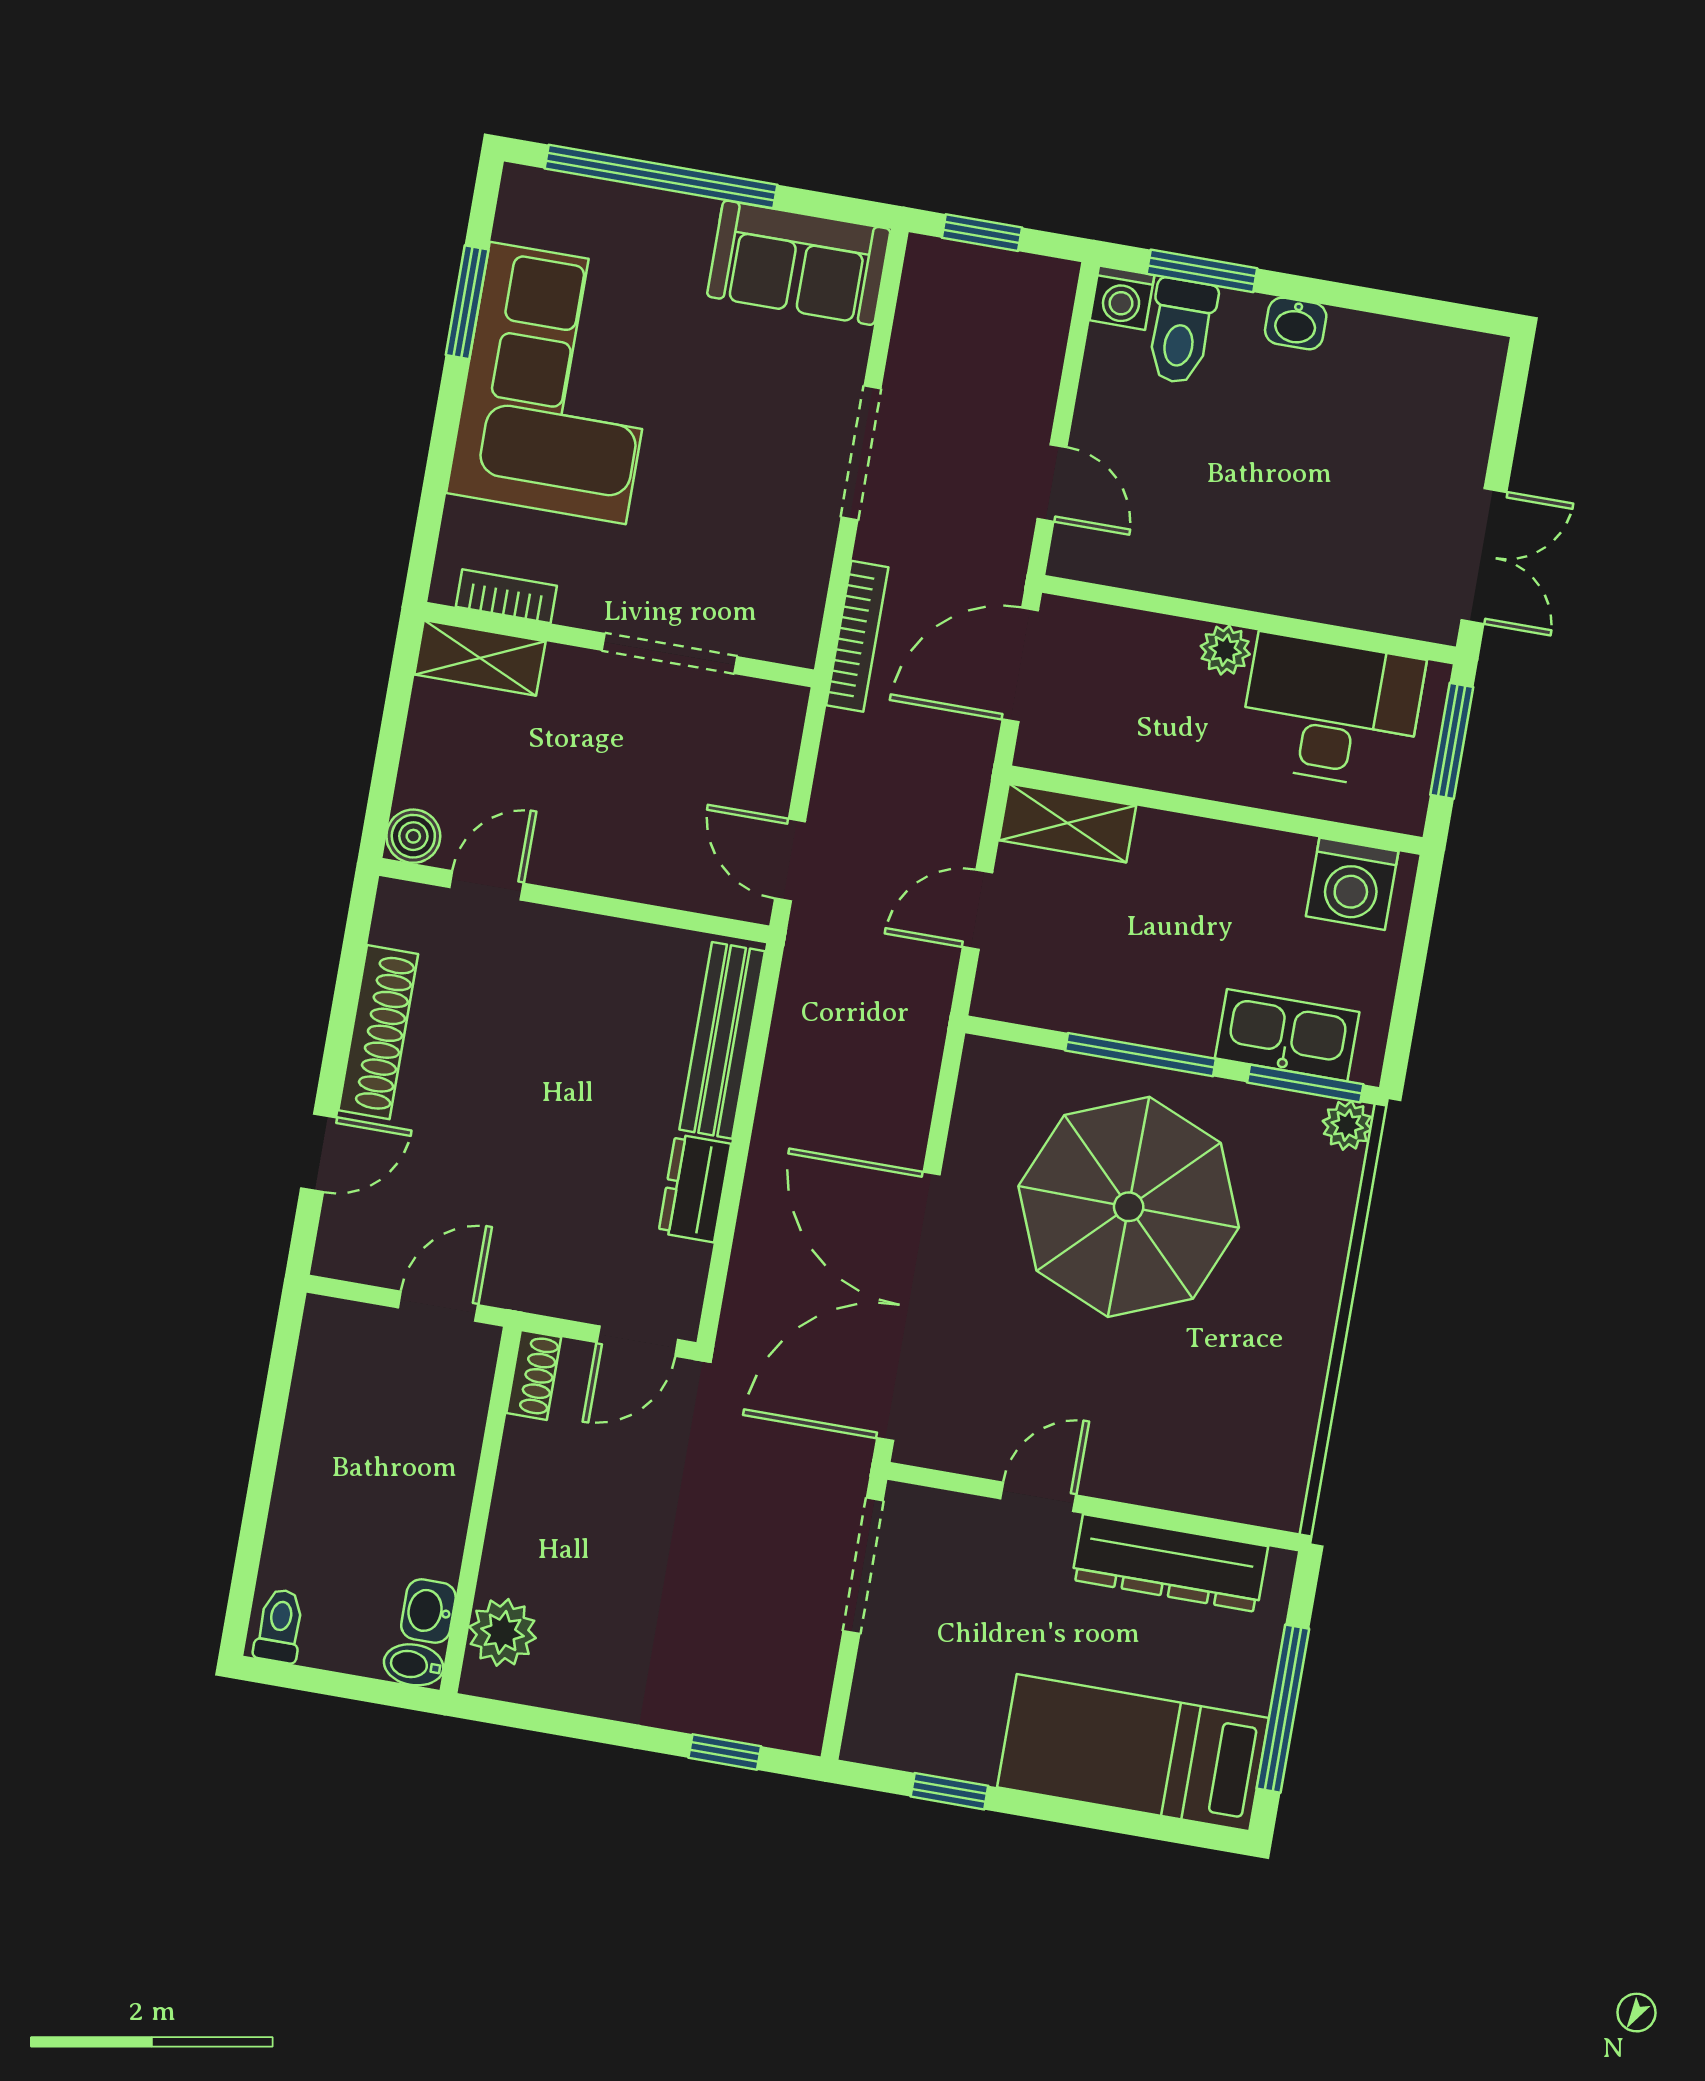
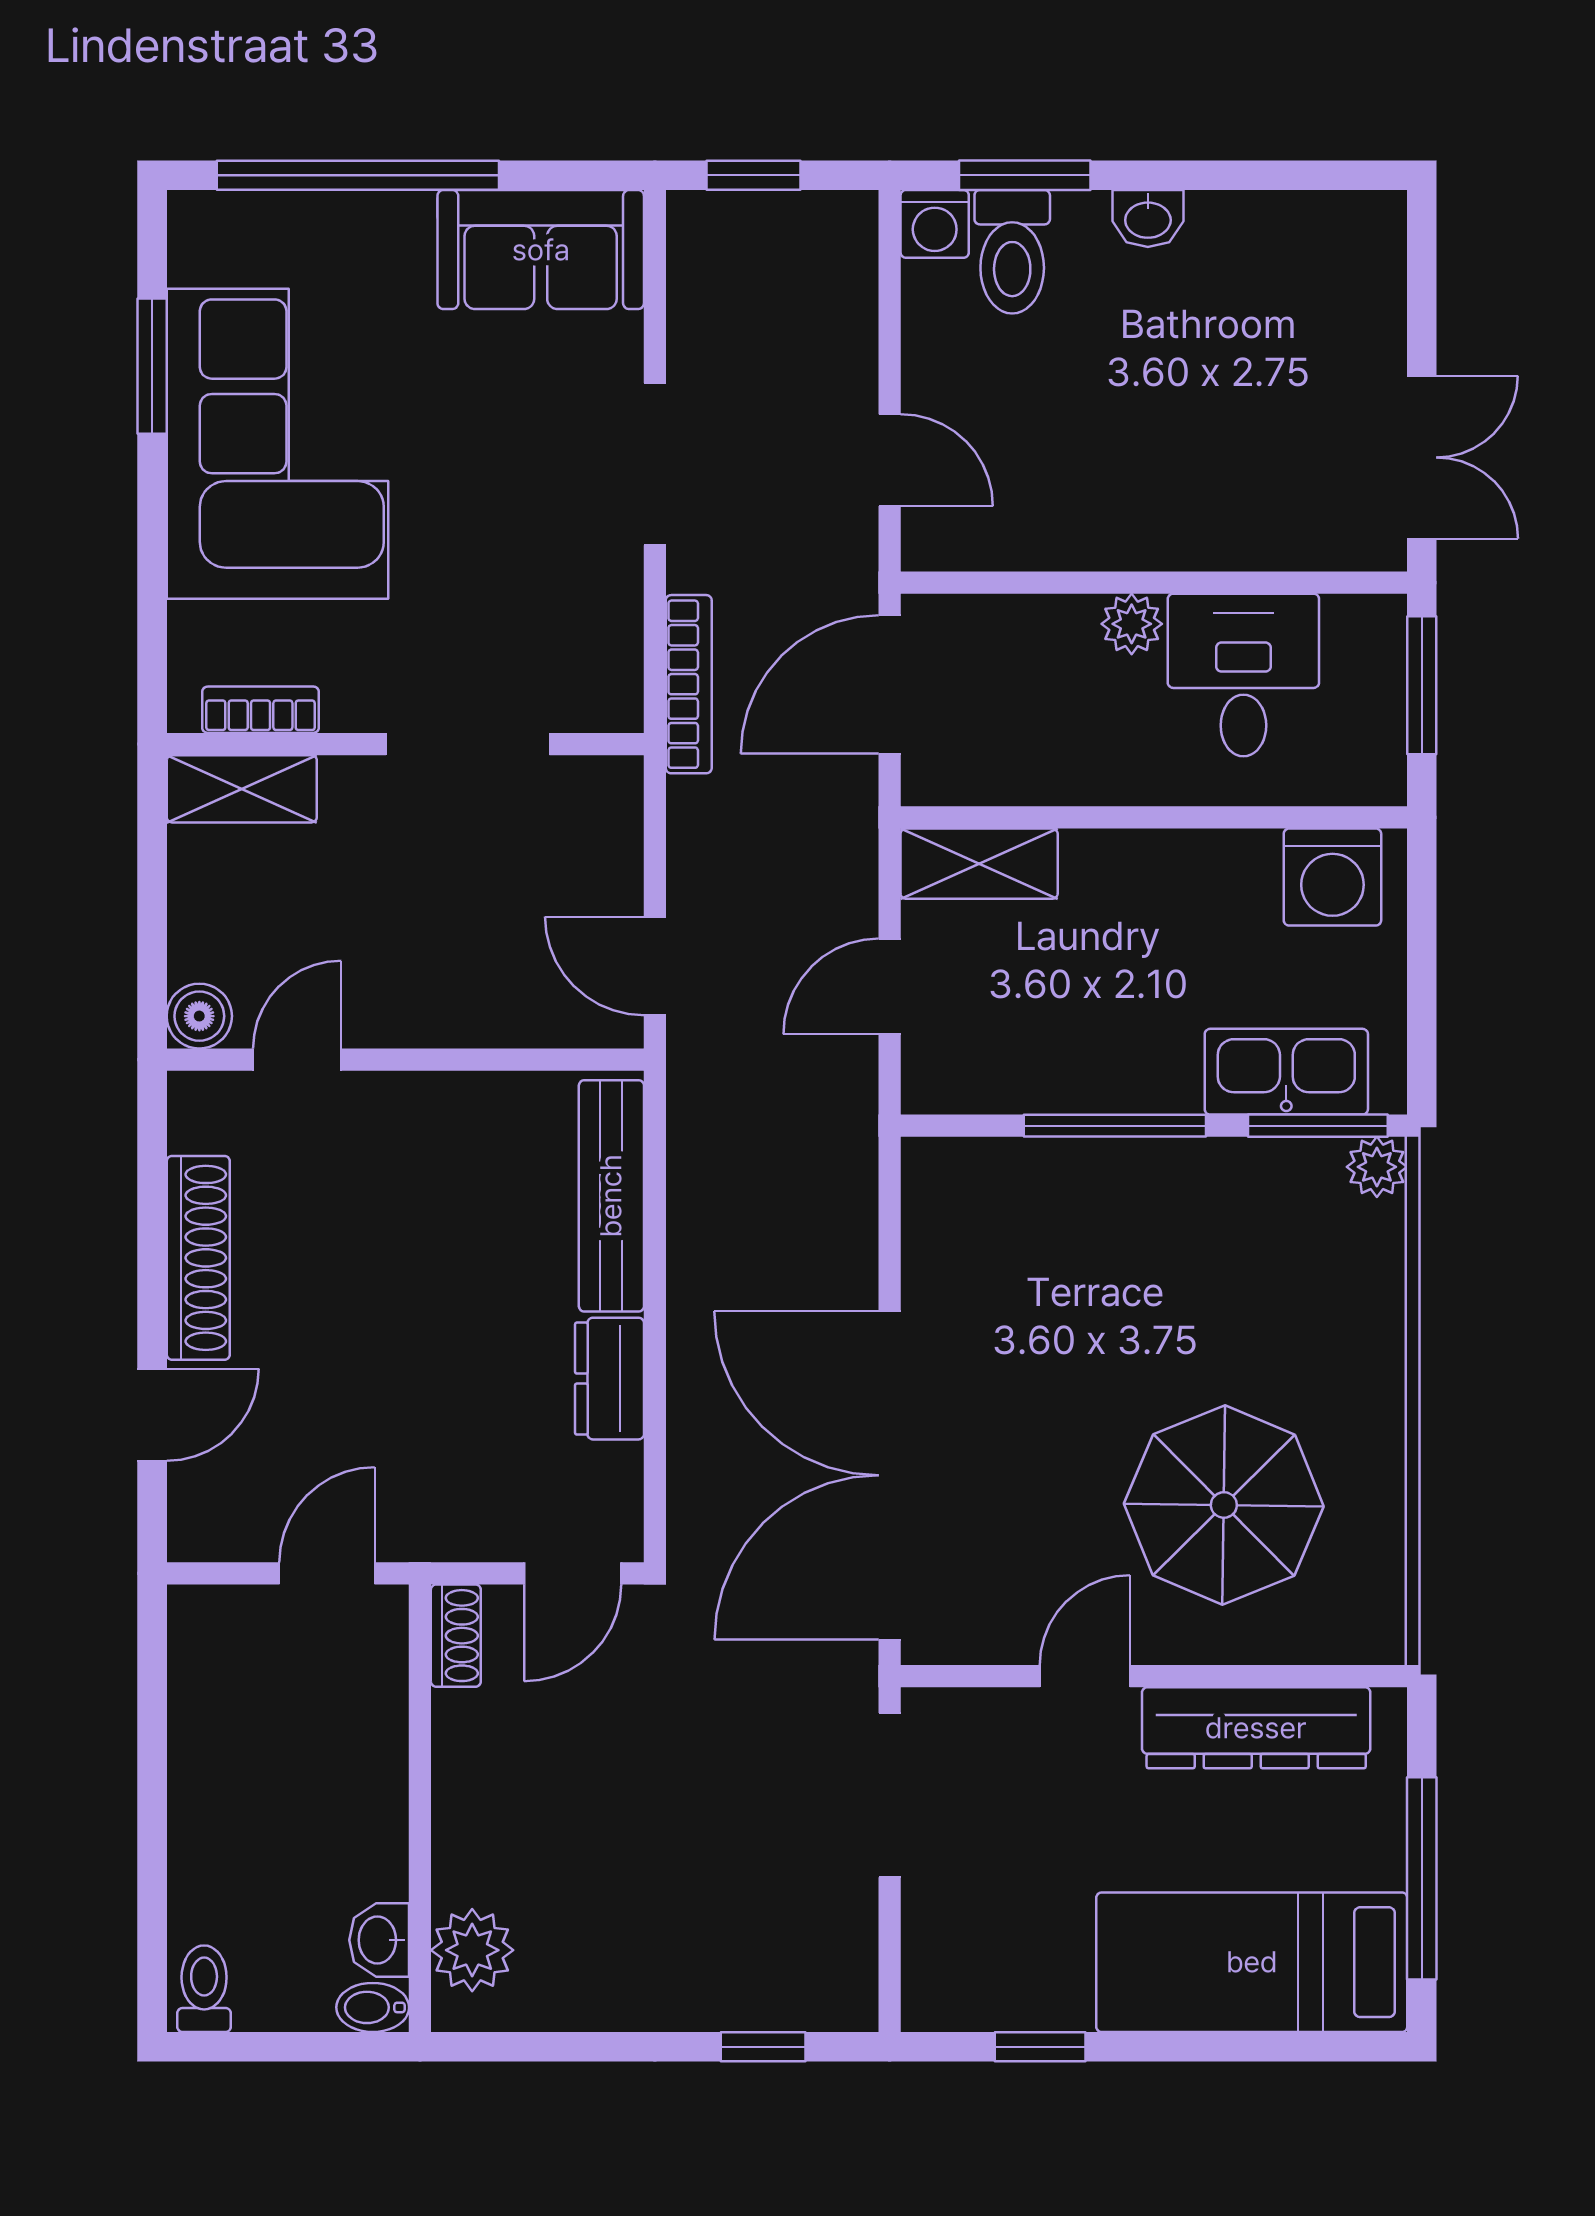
desk: (1331, 711) -> (1243, 675), width x0.73
parasol: (1129, 1207) -> (1224, 1505), moved, width x0.73, depth x0.73

